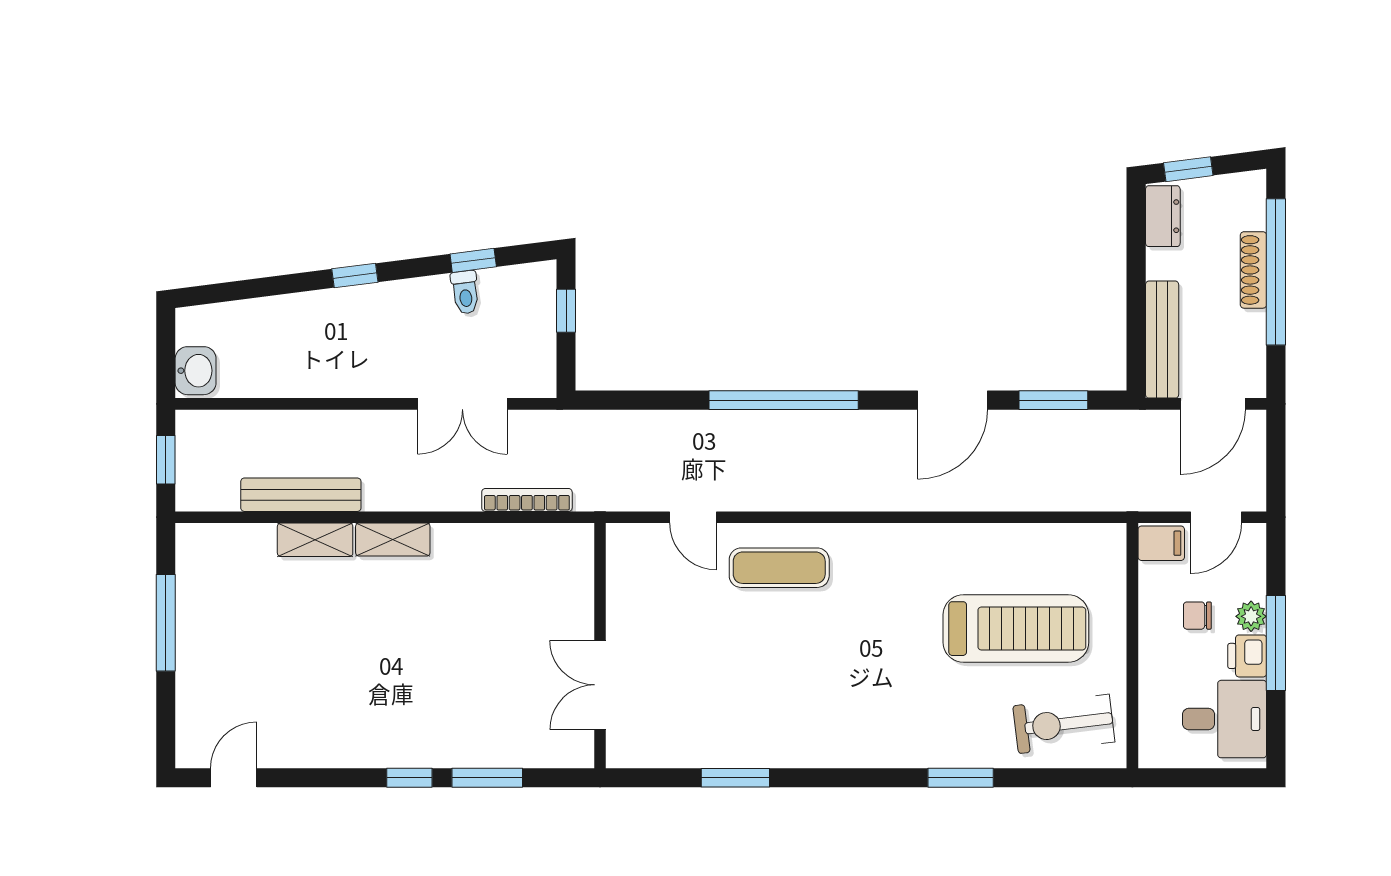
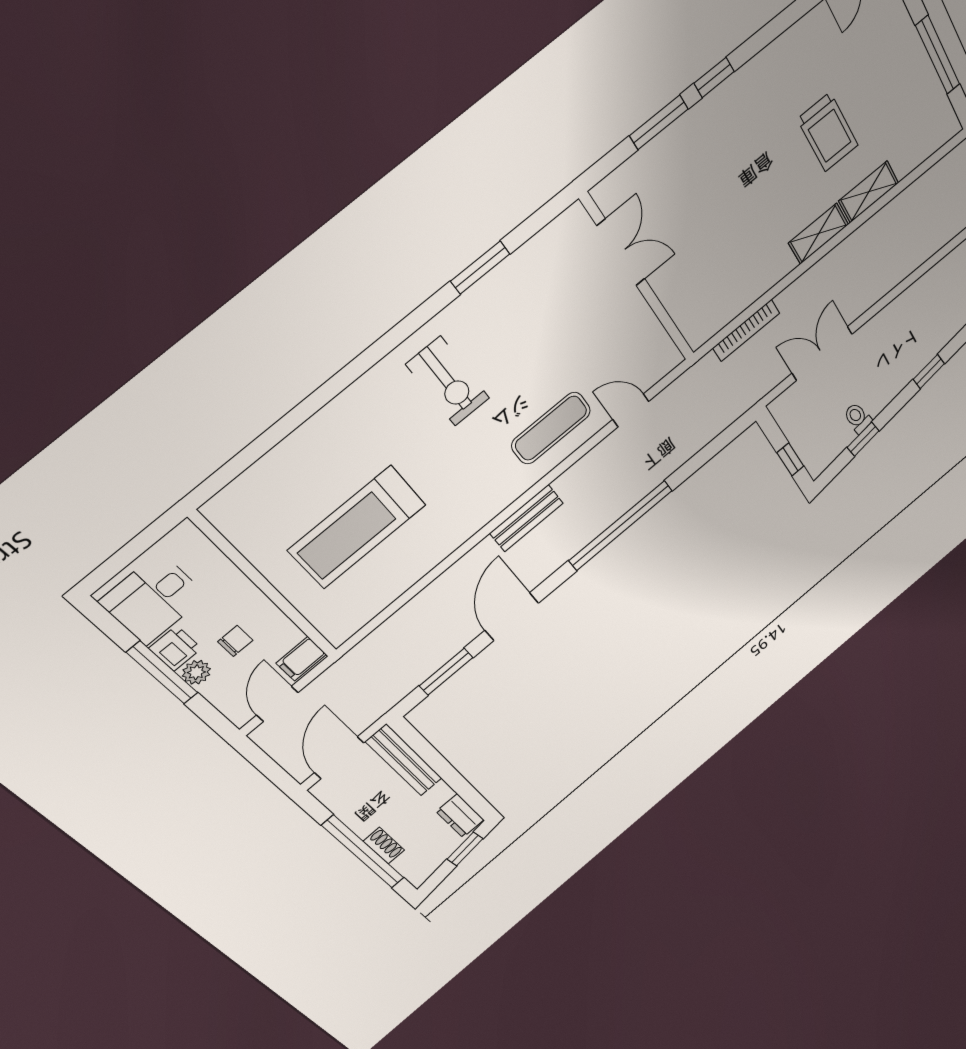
shoe rack: (1253, 270) -> (384, 846), width x0.70
bench: (301, 495) -> (526, 518), moved, width x0.73
trolley: (325, 636) -> (828, 132), added
exercise bike: (1064, 724) -> (448, 381), moved, turned 97
window: (961, 778) -> (314, 402), removed

